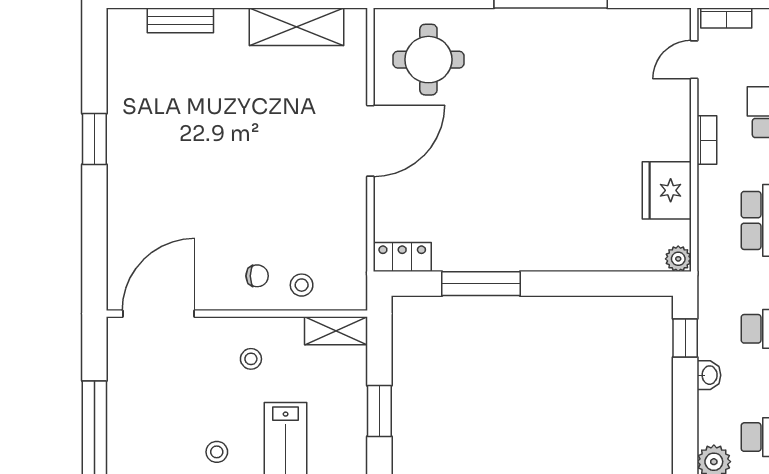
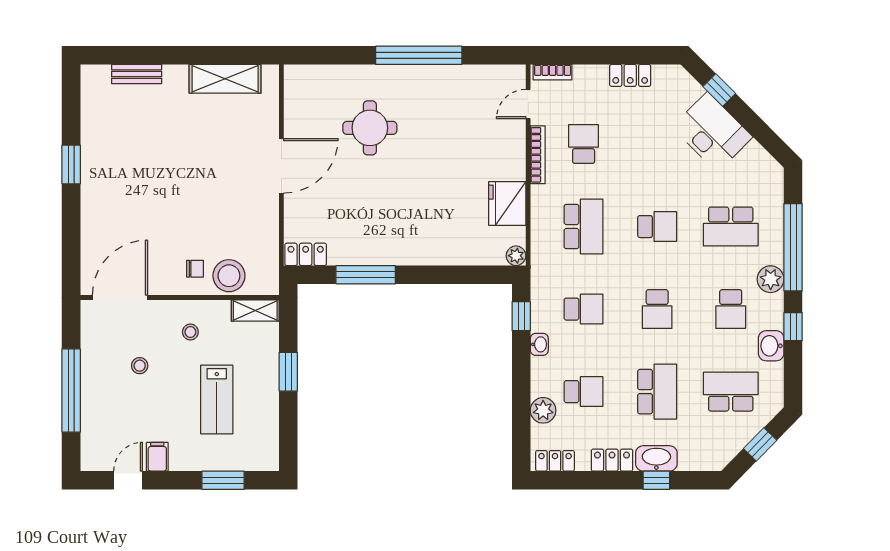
round table: (428, 60) -> (370, 128), moved
bookcase: (707, 140) -> (538, 155), width x1.56
stool: (302, 285) -> (229, 276), width x1.89, depth x1.89
stool: (217, 452) -> (140, 366), moved

